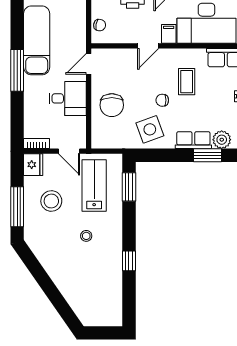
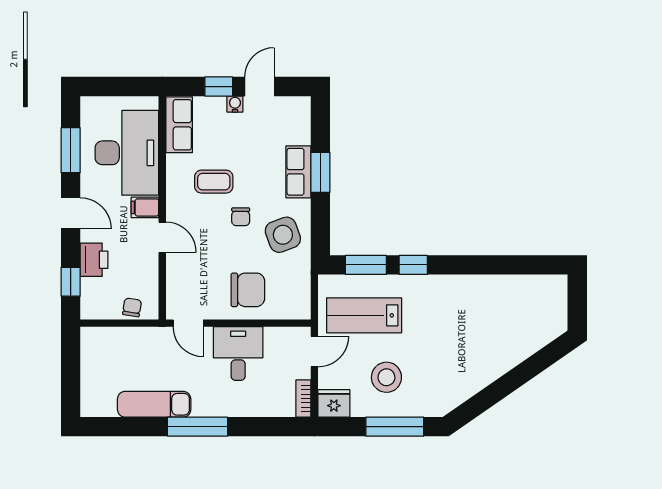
exam couch: (37, 40) -> (154, 404), width x0.73, depth x0.69
plant: (222, 140) -> (298, 131), removed
window: (207, 155) -> (320, 172), moved
stool: (86, 236) -> (437, 327), removed
window: (129, 261) -> (413, 265), moved

